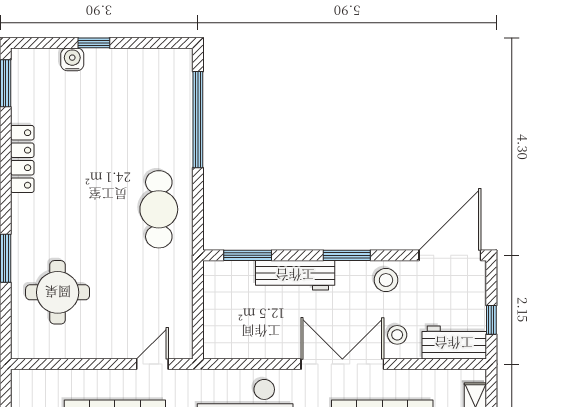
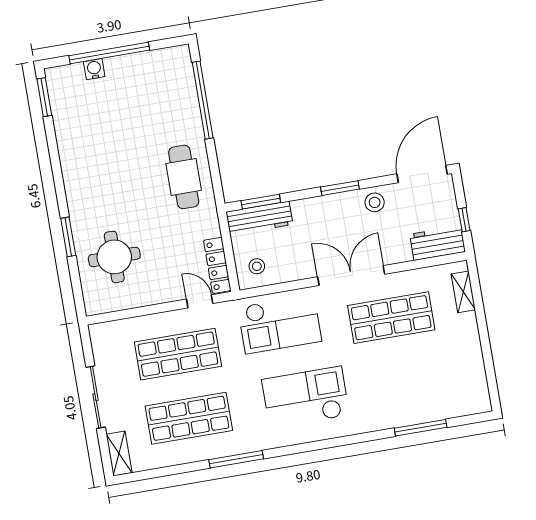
window: (94, 43) -> (109, 53), width x3.17
locker: (22, 159) -> (217, 265), moved, turned 180
workbench: (295, 275) -> (259, 218), moved
stool: (397, 335) -> (257, 266), moved
door: (152, 364) -> (200, 301), hinge flipped

